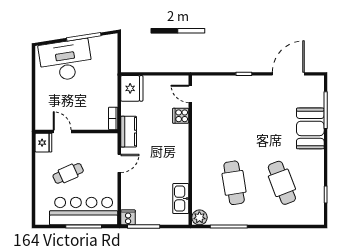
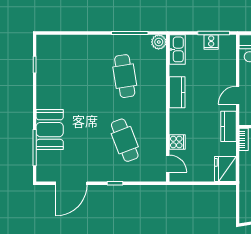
kitchen counter: (181, 166) -> (177, 92), added
cafe table: (282, 183) -> (125, 140), moved
kitchen sink: (181, 199) -> (177, 49), moved
cooker: (128, 217) -> (211, 42), moved

